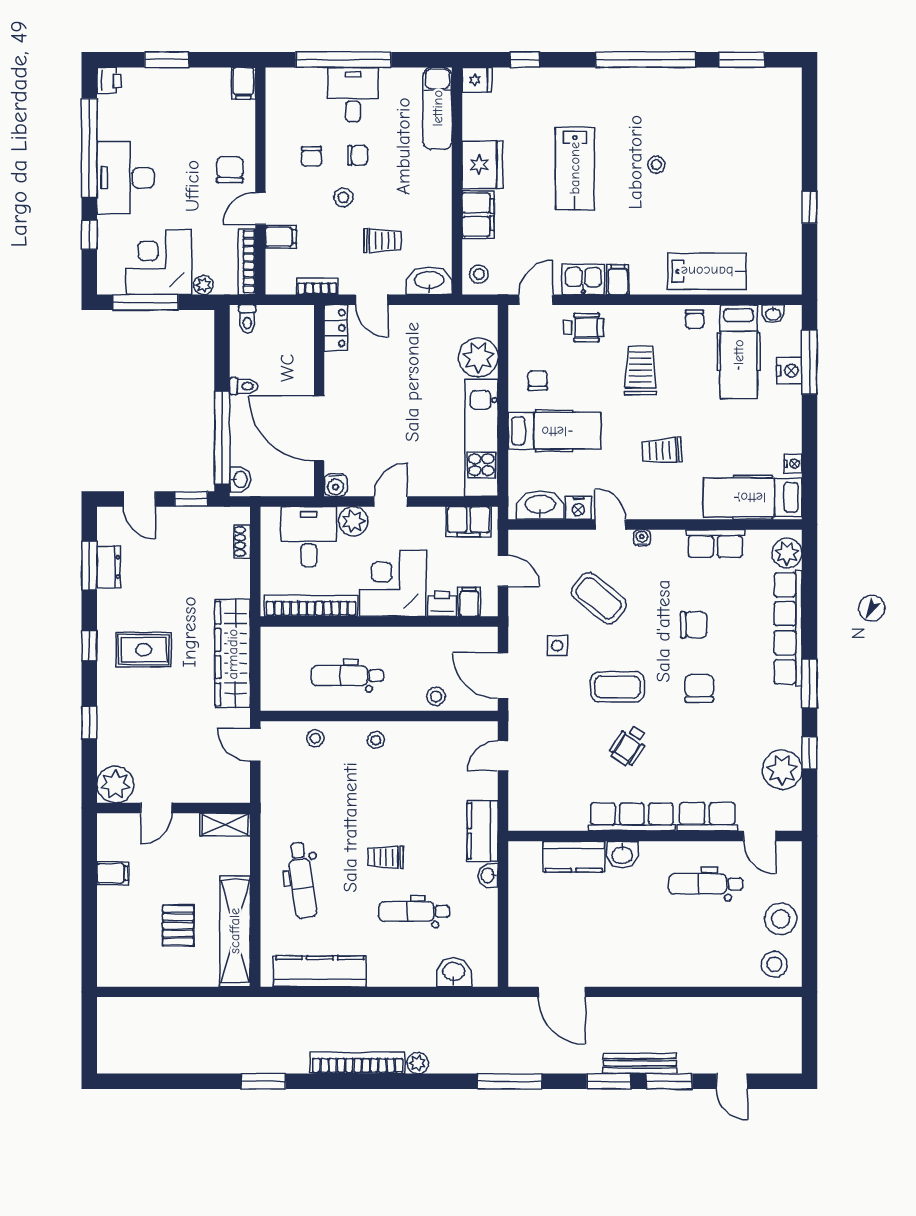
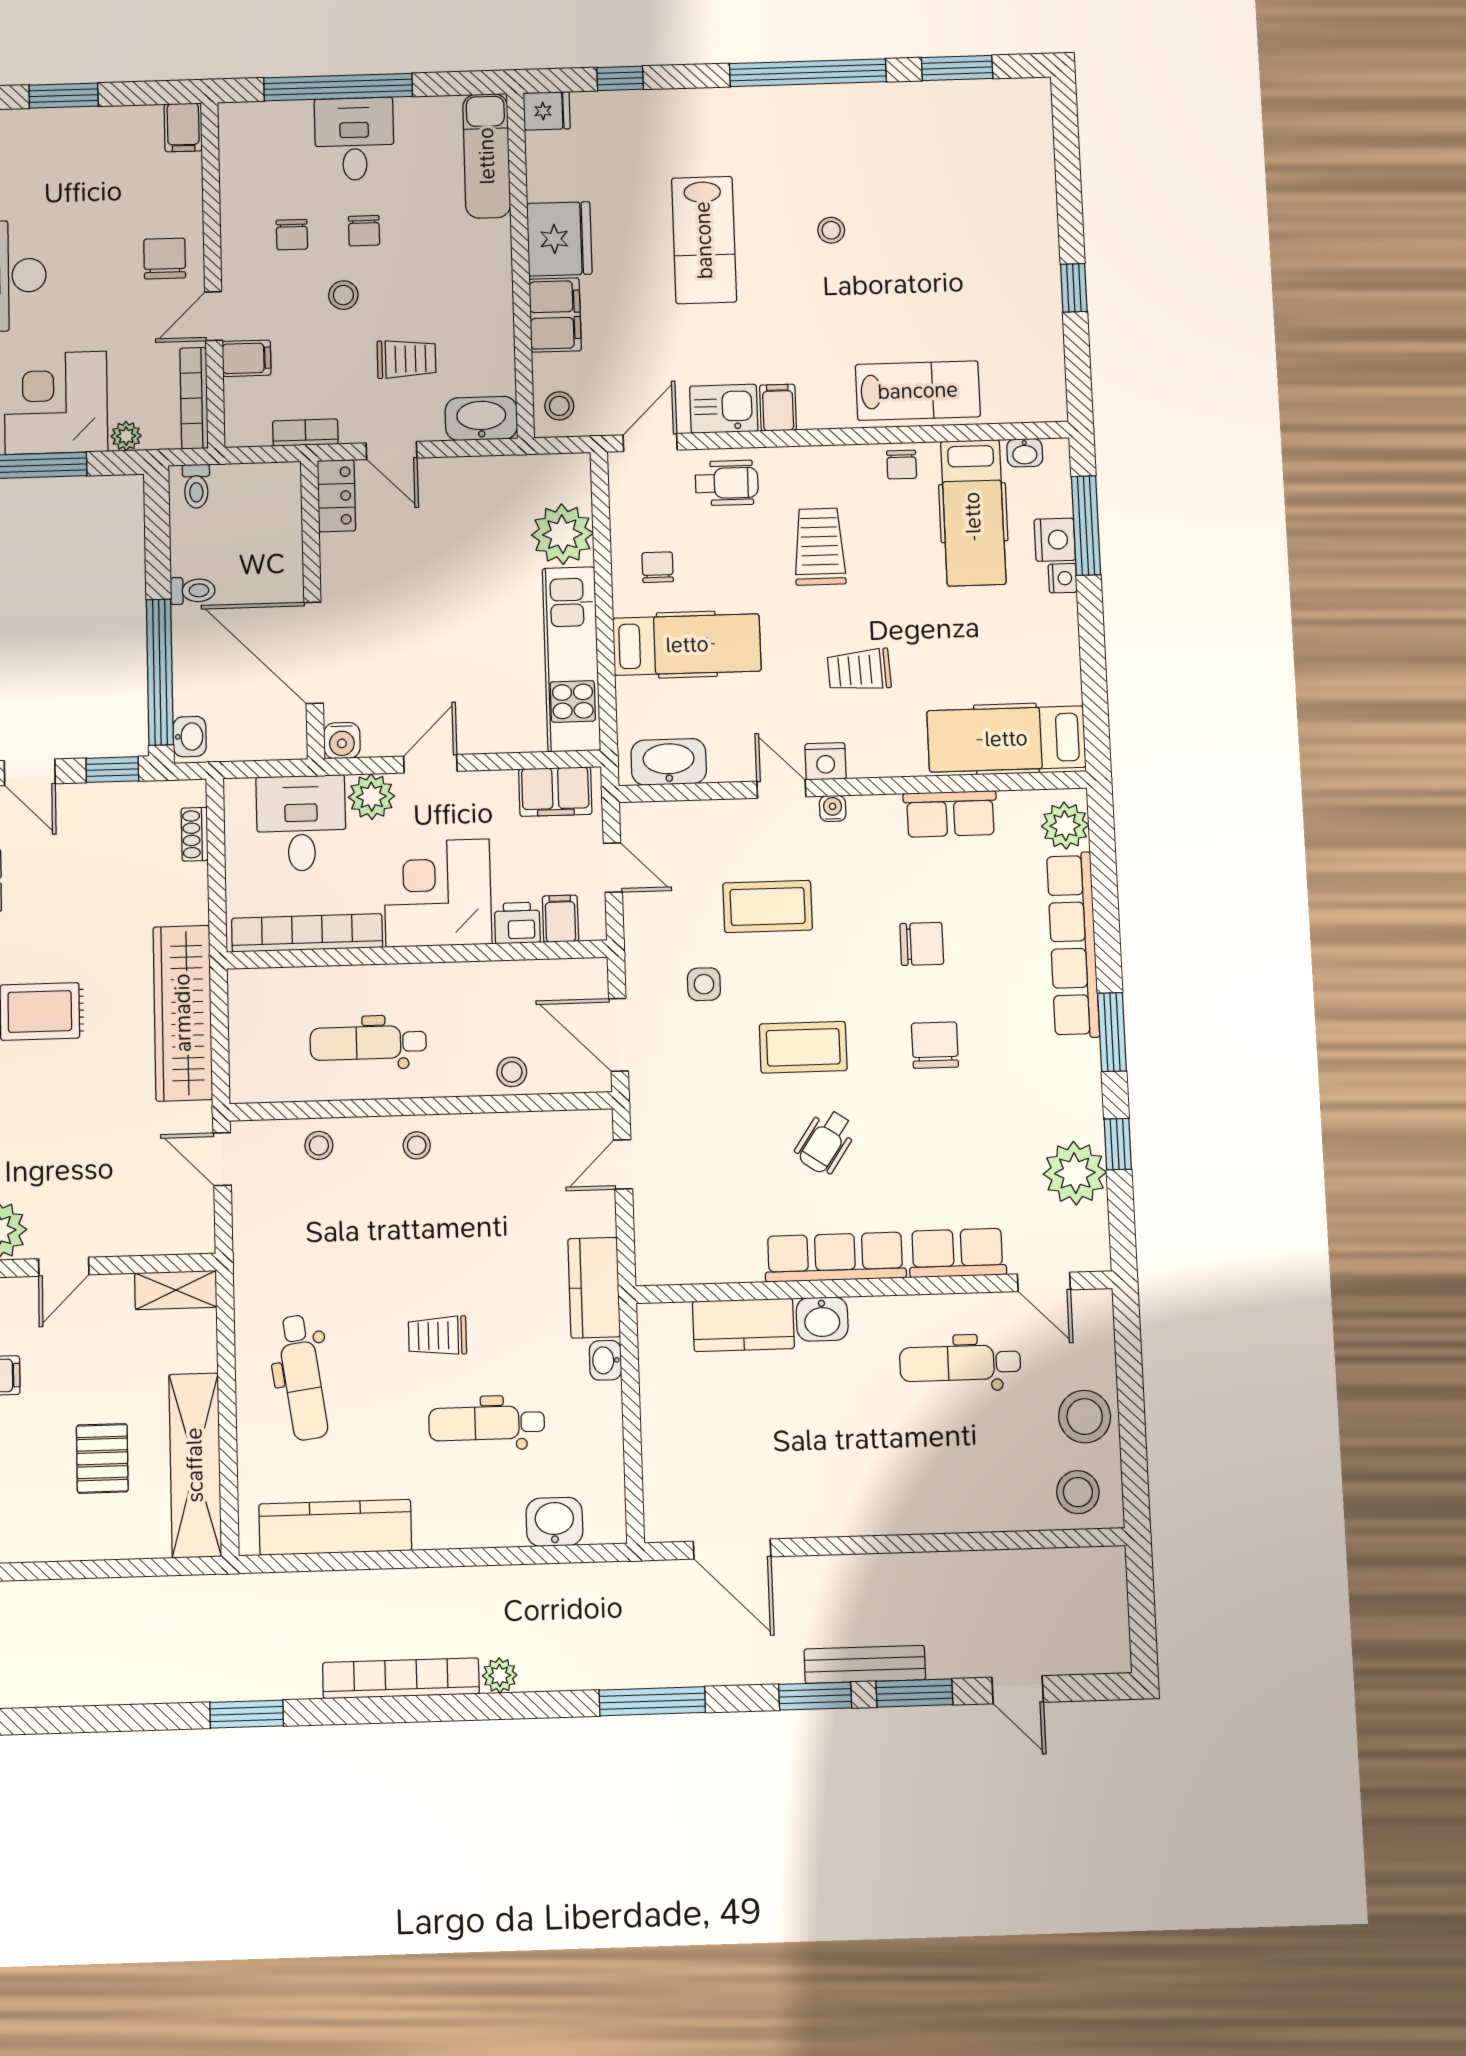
chair: (358, 155) -> (364, 231), turned 90
nightstand: (793, 464) -> (1063, 578), moved
nightstand: (578, 508) -> (826, 761), moved
coffee table: (599, 598) -> (768, 906), turned -39

